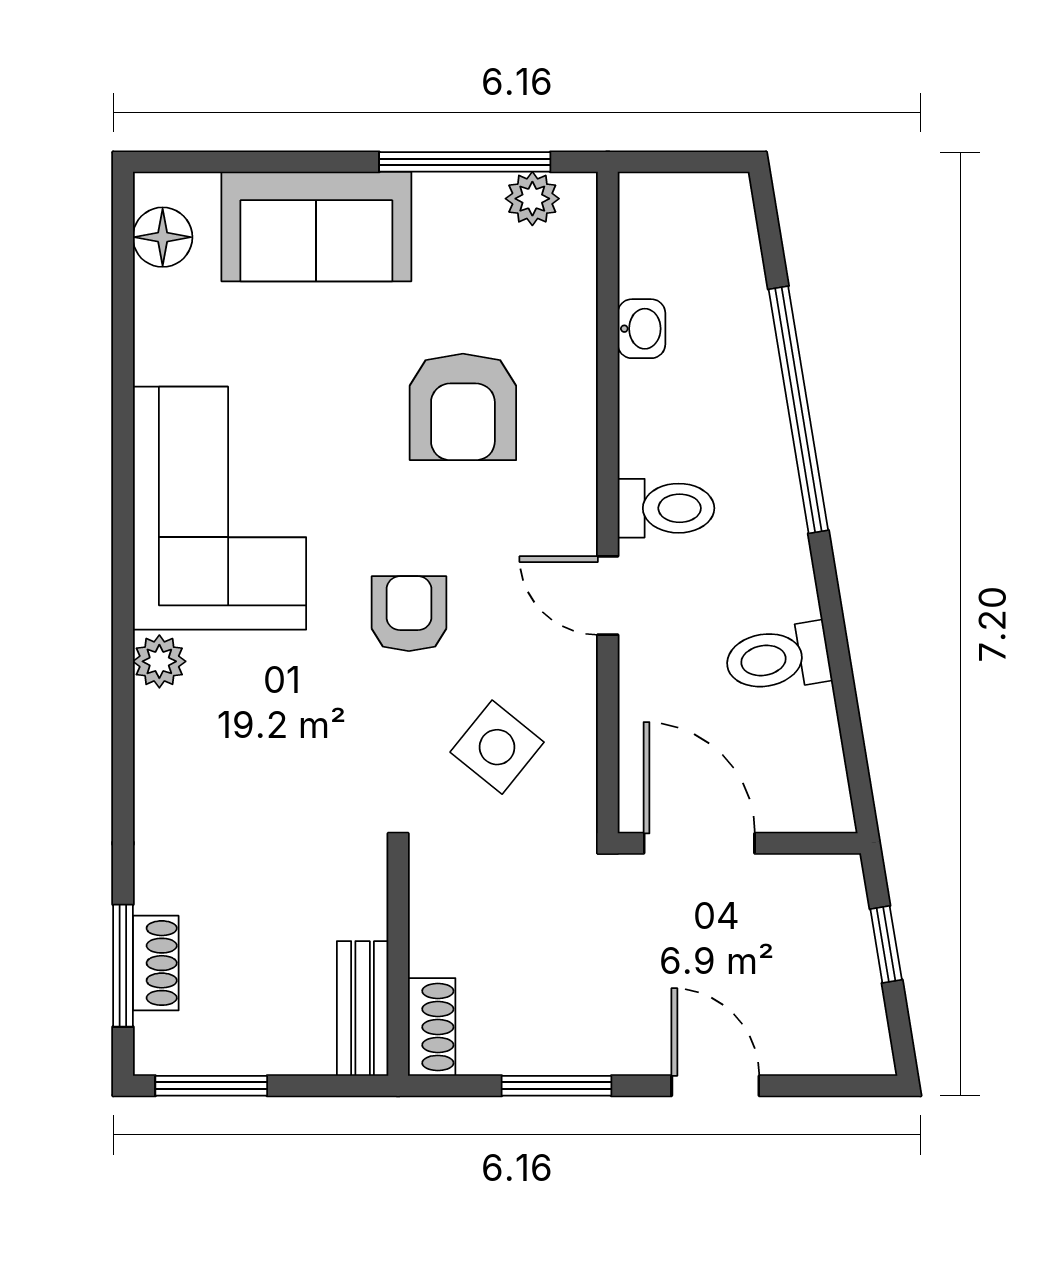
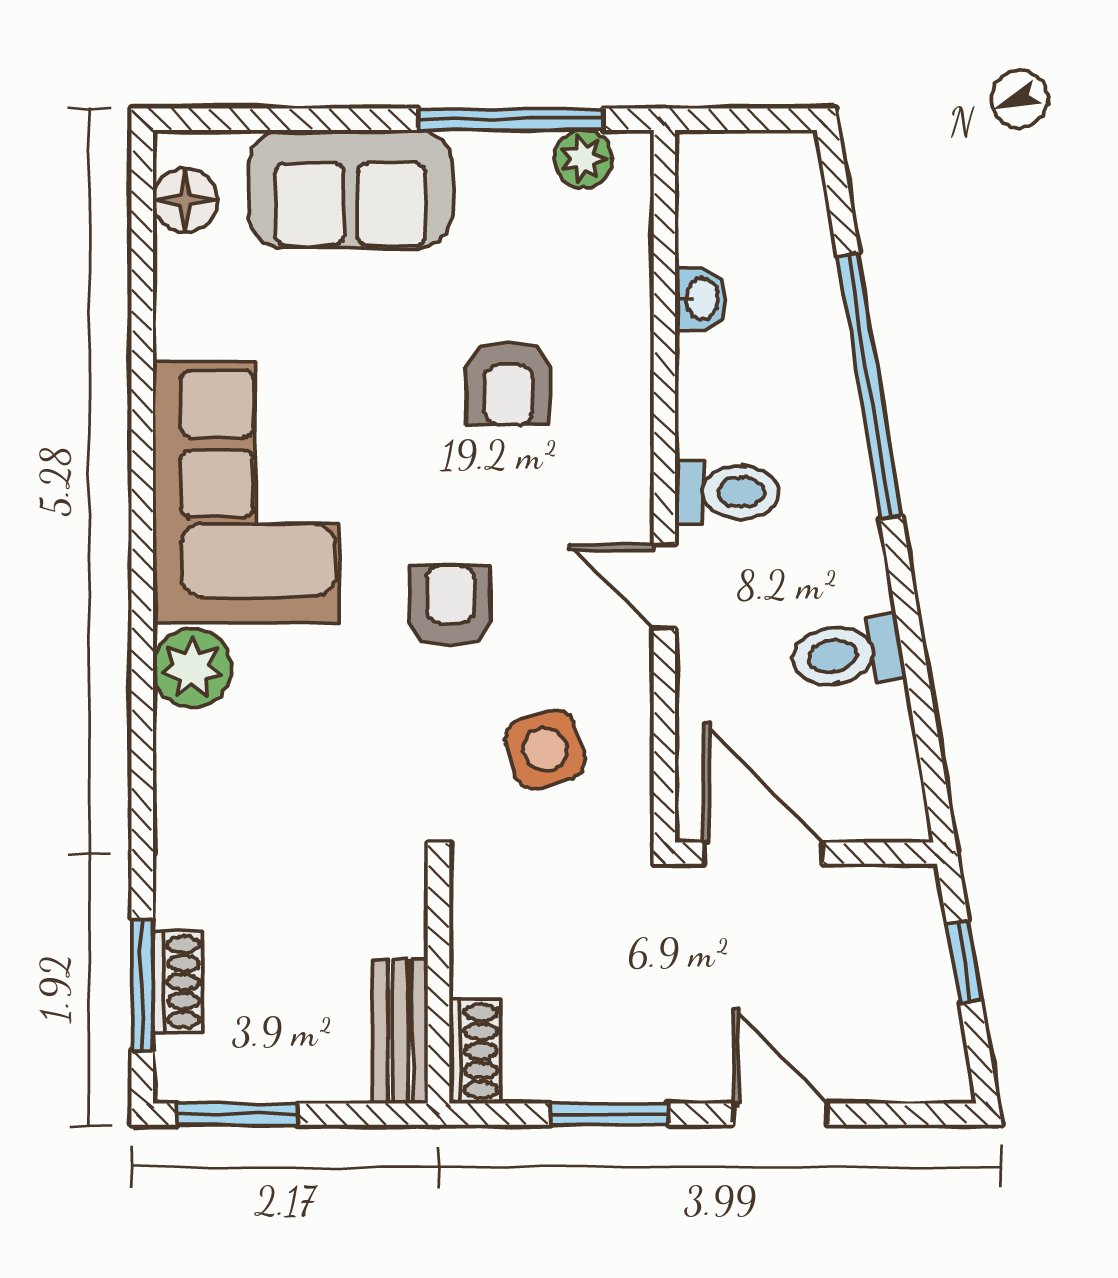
armchair: (463, 407) -> (508, 383), width x0.72, depth x0.72
plant: (159, 661) -> (192, 668), width x1.38, depth x1.38
side table: (497, 747) -> (545, 750), turned 34

